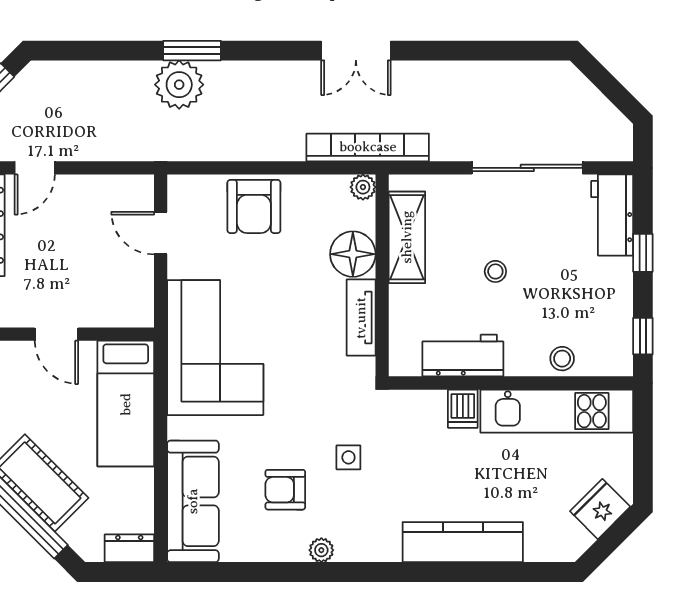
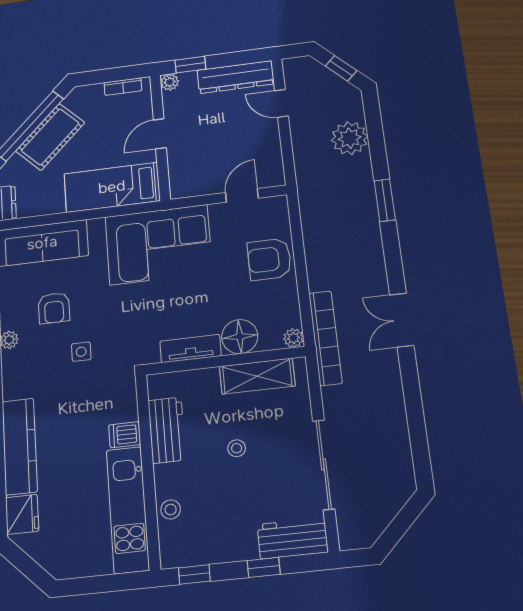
plant: (179, 85) -> (350, 138), moved
armchair: (285, 490) -> (54, 308), turned 180
fridge: (600, 509) -> (22, 514), moved, turned 45

